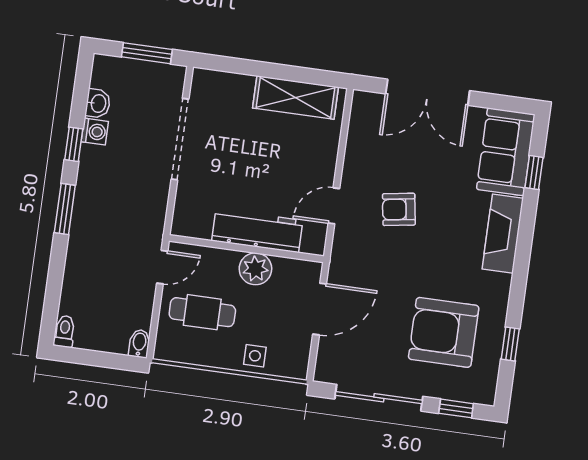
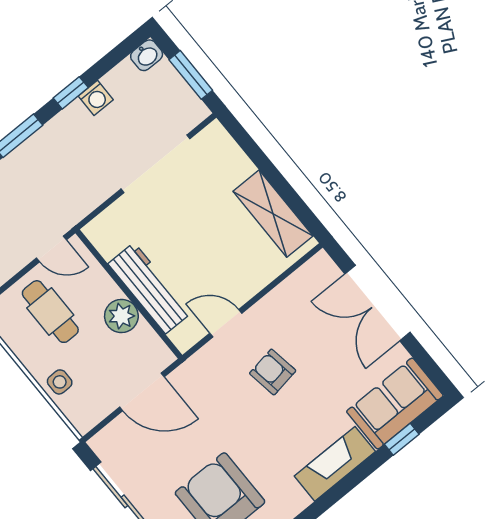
washbasin: (98, 103) -> (147, 55), moved

